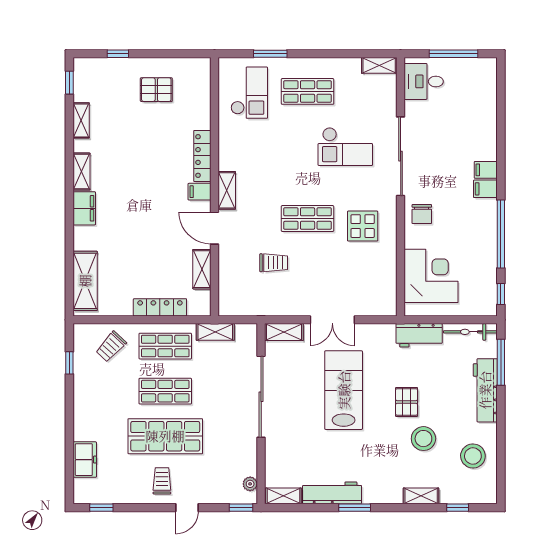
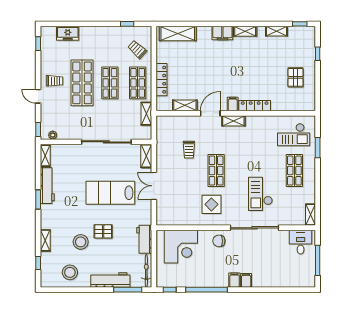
lab bench: (344, 390) -> (110, 193), turned 180

